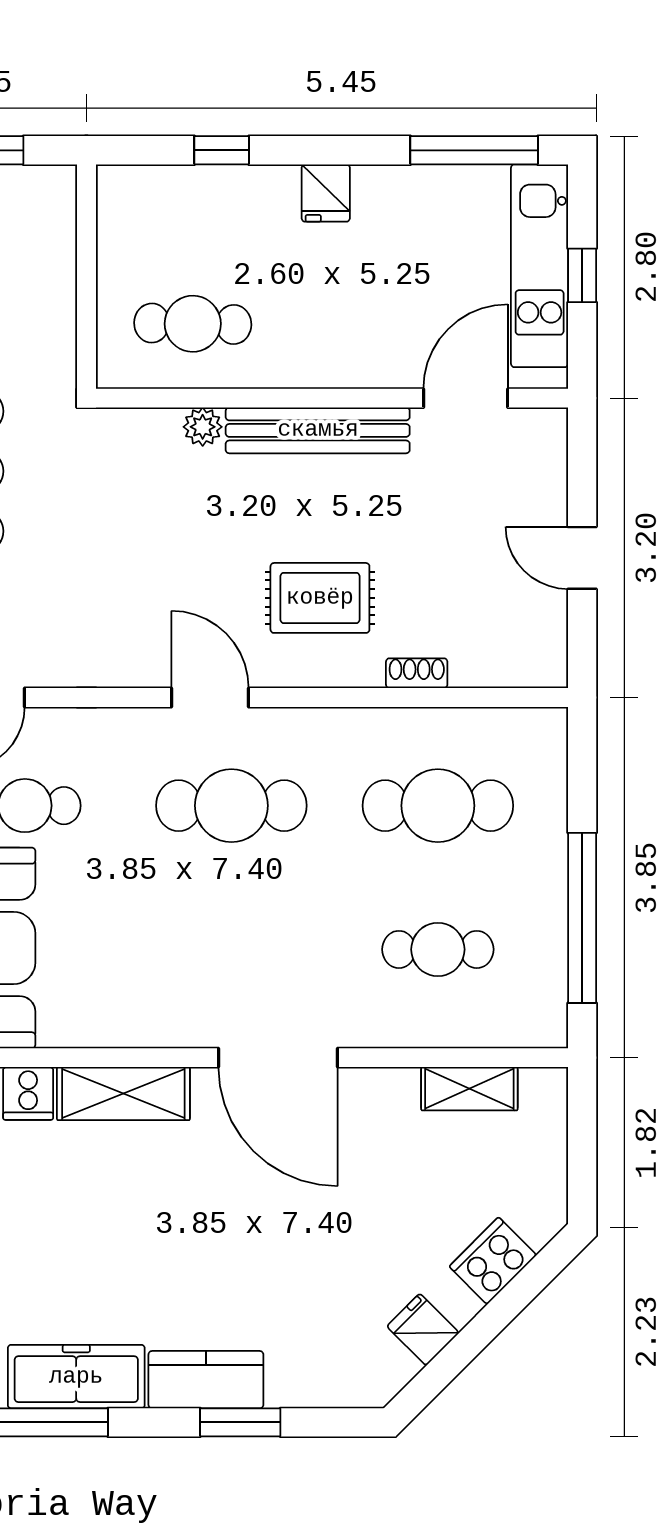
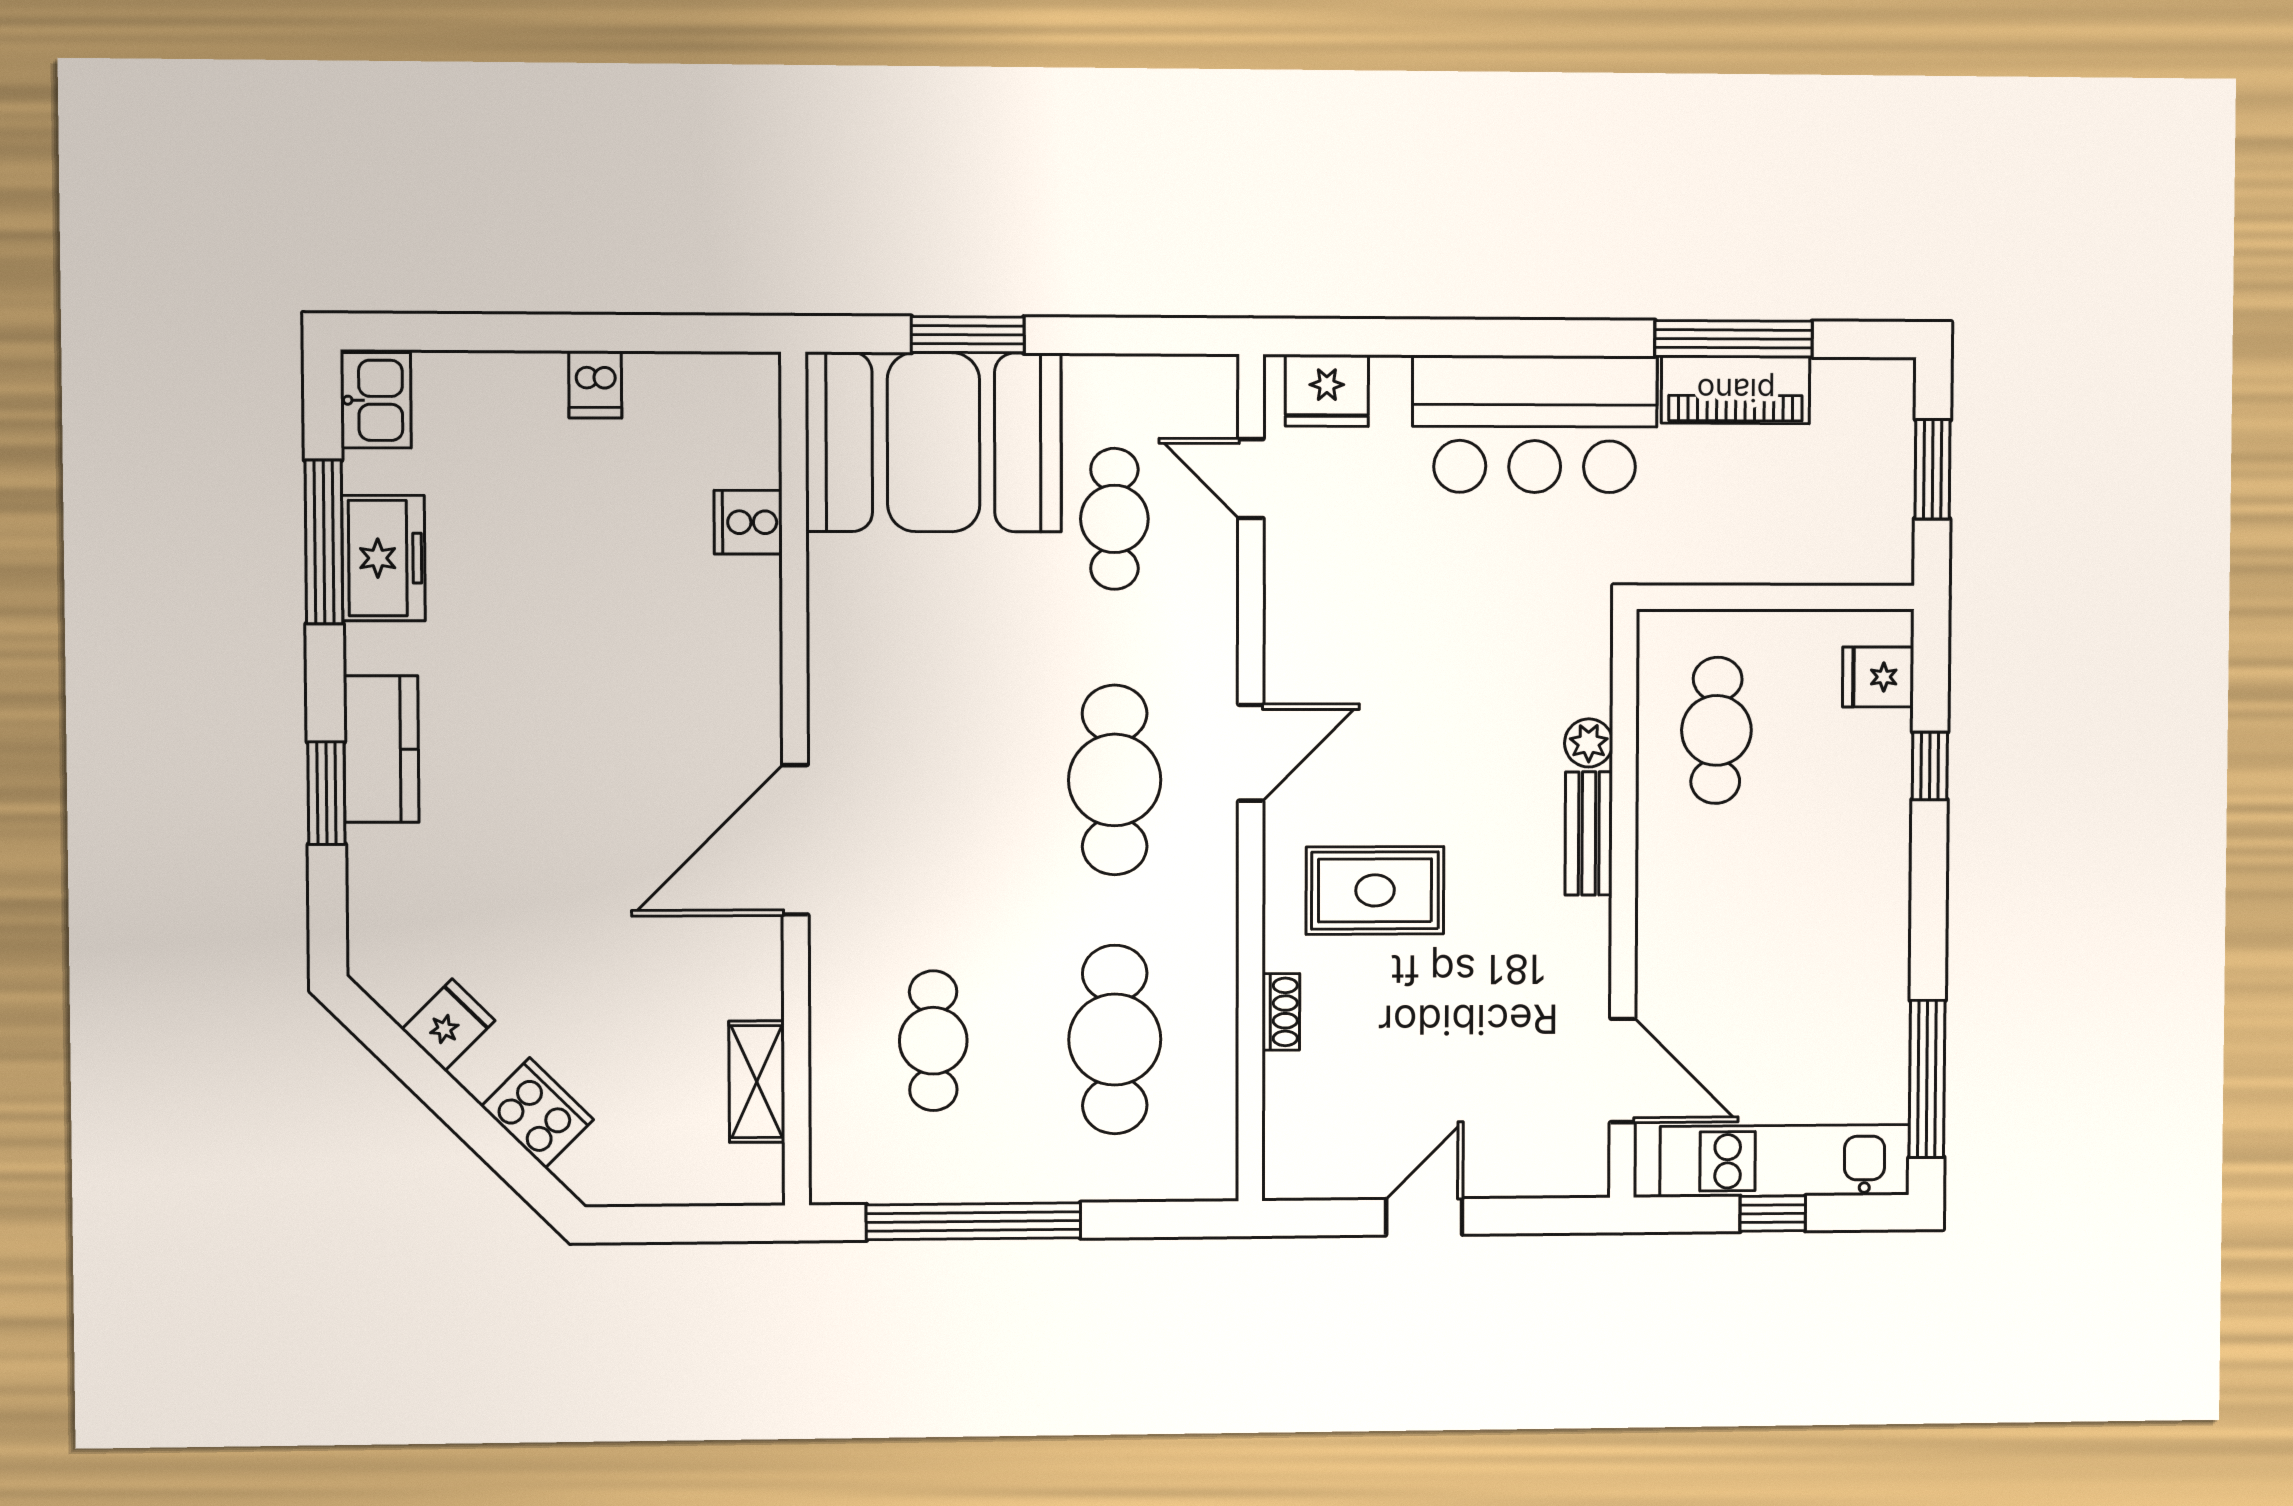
fridge: (326, 193) -> (1878, 677), moved
bench: (318, 430) -> (1589, 833), width x0.54, depth x0.82
rug: (320, 598) -> (1375, 890), turned 90
shelving: (123, 1094) -> (748, 644), removed
freezer: (76, 1377) -> (383, 558), width x0.71

